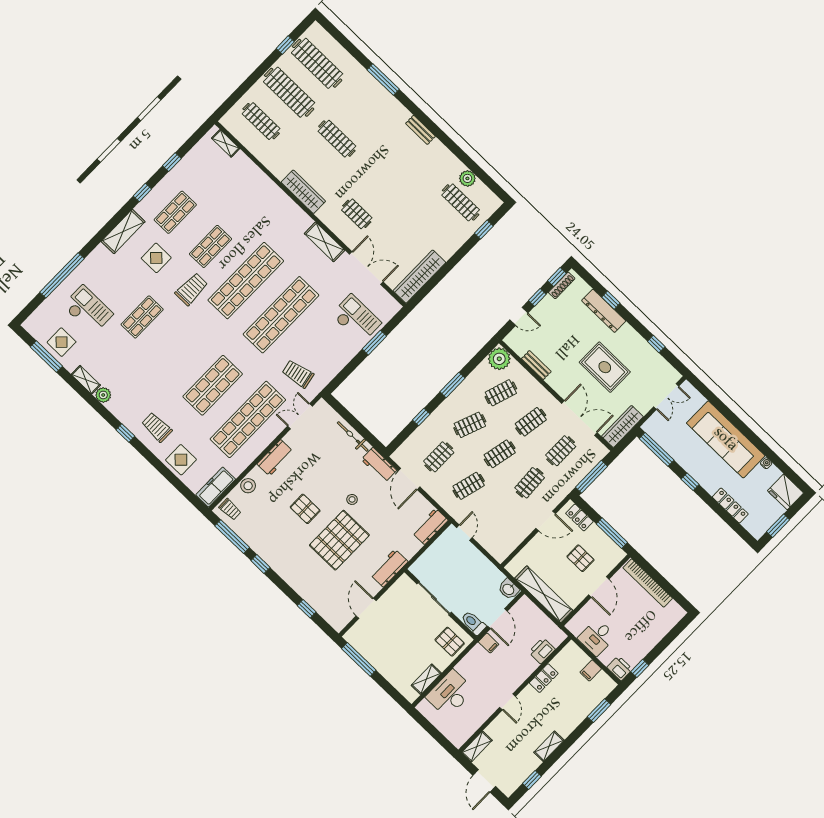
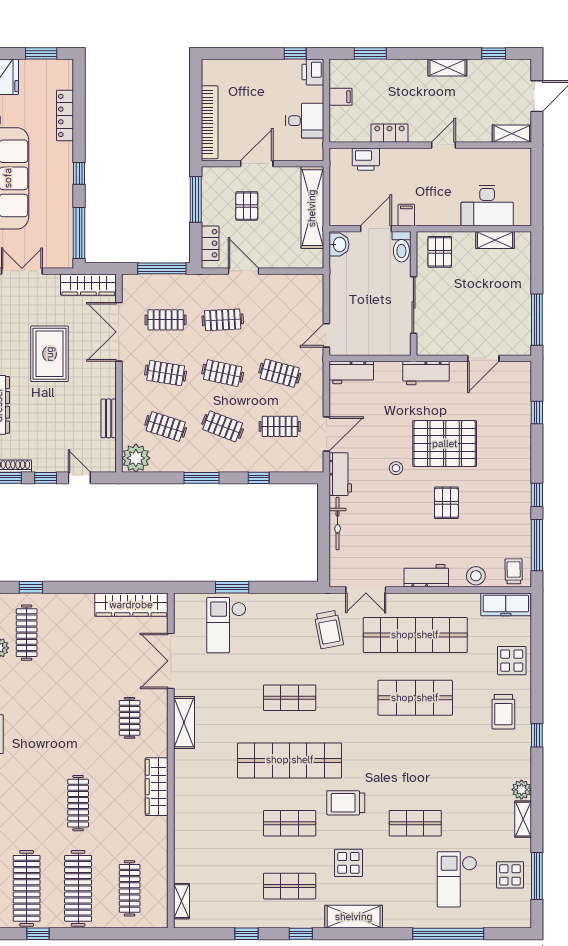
shop shelf: (281, 315) -> (290, 698), width x0.50, depth x0.74

